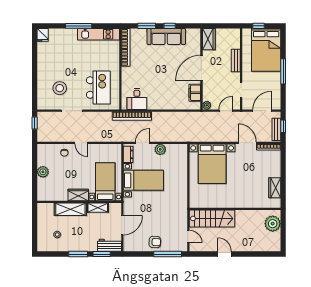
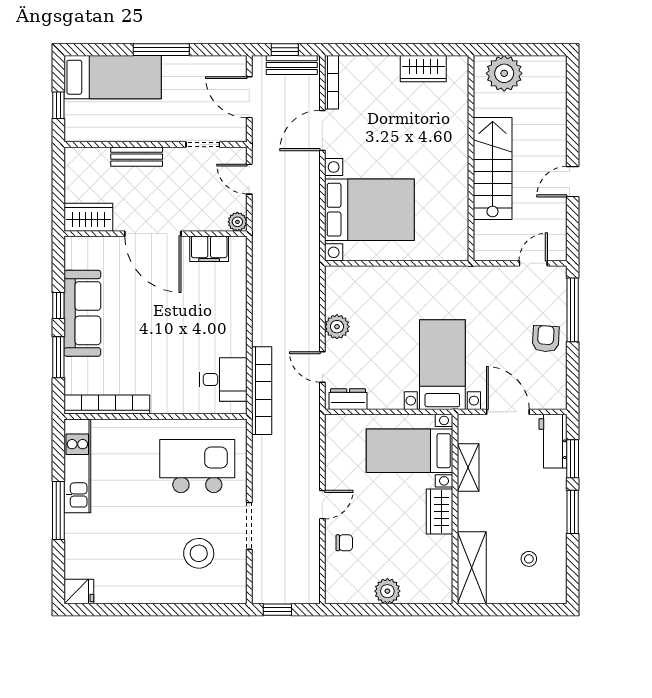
bed: (266, 50) -> (113, 77), width x0.67
bed with nightstands: (143, 180) -> (442, 365), moved
shelving: (70, 209) -> (472, 568), moved
stairs: (212, 218) -> (493, 169), moved

